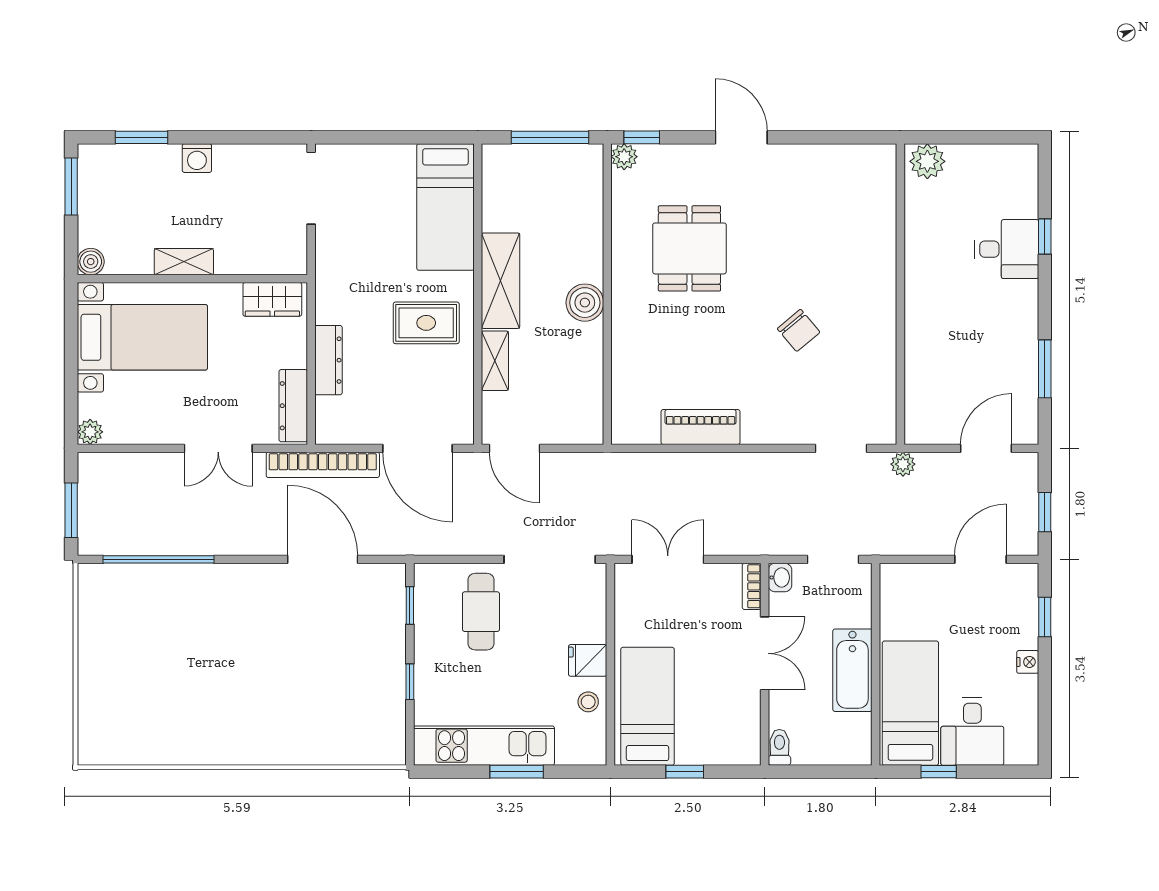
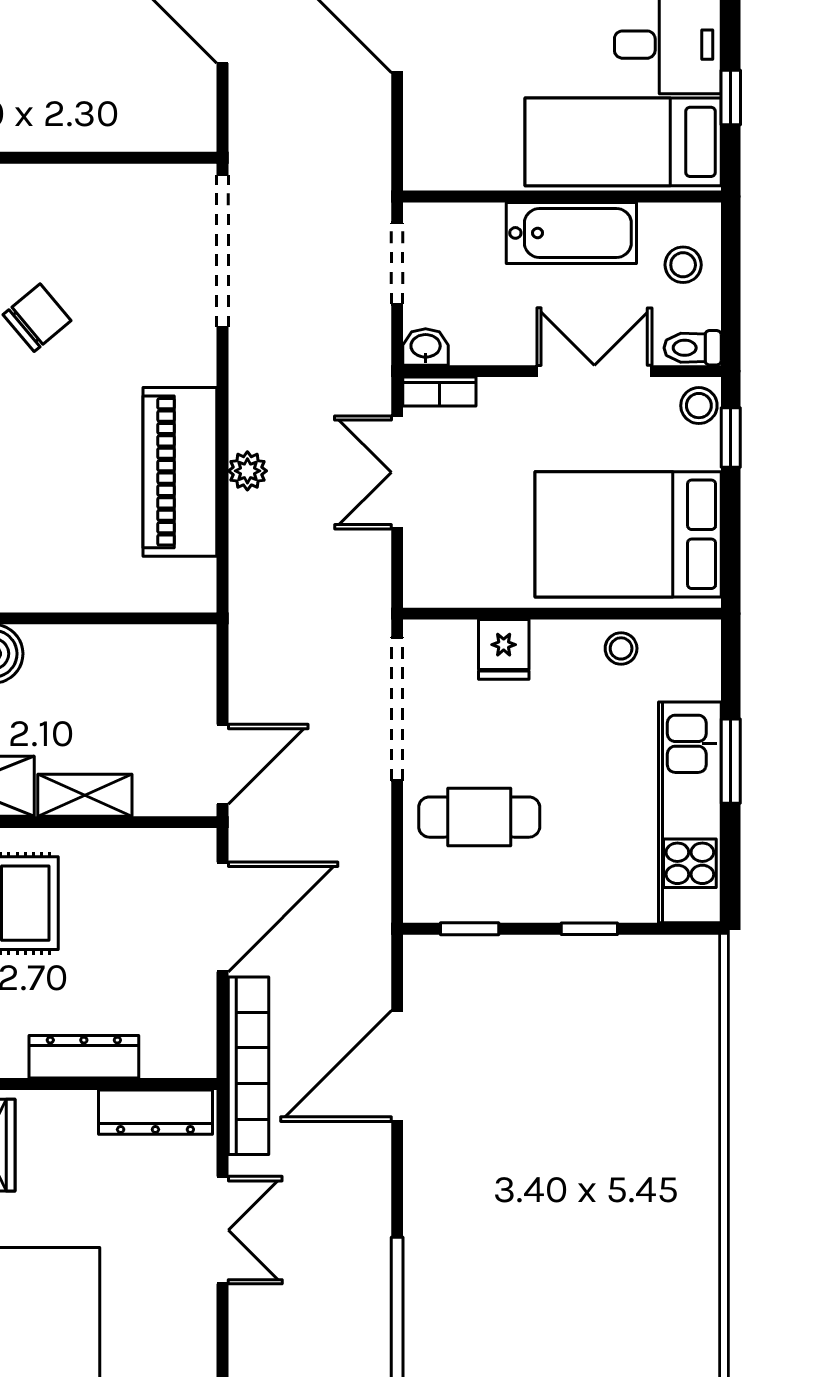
piano: (701, 427) -> (180, 472), width x1.37, depth x1.33
doorway: (841, 448) -> (222, 251), width x1.87
plant: (903, 464) -> (247, 471), moved
double door: (668, 559) -> (397, 472), moved
double door: (765, 653) -> (594, 371), moved
fridge: (588, 660) -> (504, 649), moved
bed: (648, 706) -> (628, 534), width x1.50
stool: (832, 741) -> (683, 265), added
stool: (743, 751) -> (699, 406), added
window: (685, 772) -> (731, 437), moved

